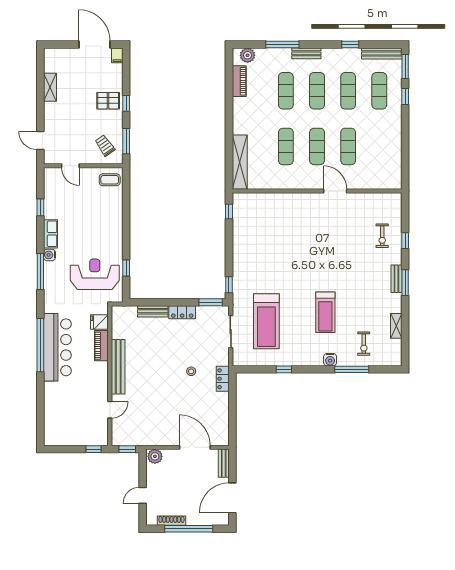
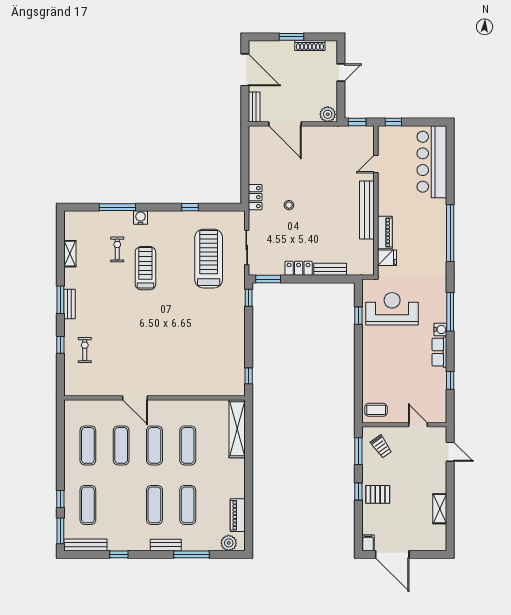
exercise mat: (348, 91) -> (88, 445), moved
reception desk: (95, 274) -> (392, 309), turned 180
exercise bike: (364, 344) -> (117, 249), moved
bar counter: (57, 347) -> (432, 162), moved
door: (232, 498) -> (245, 70), hinge flipped
window: (189, 529) -> (291, 37), width x0.47

